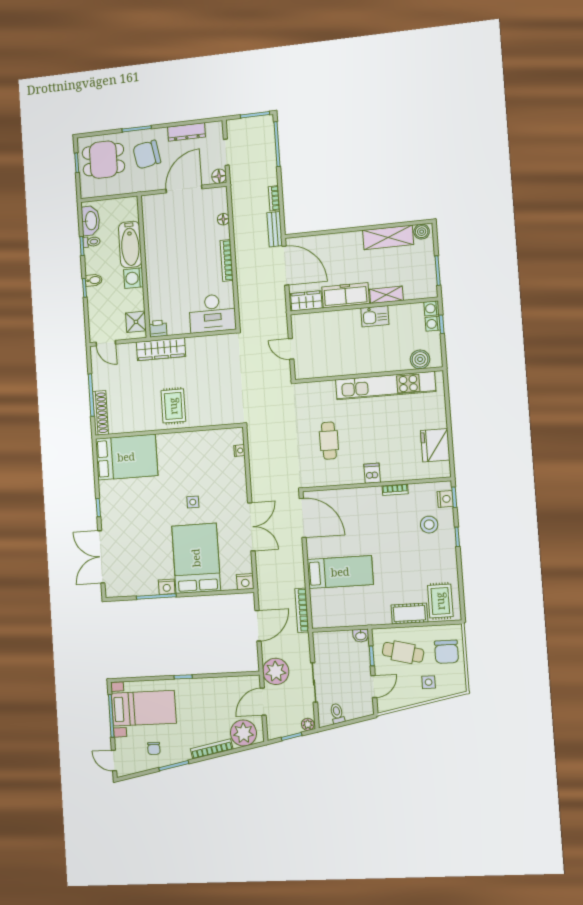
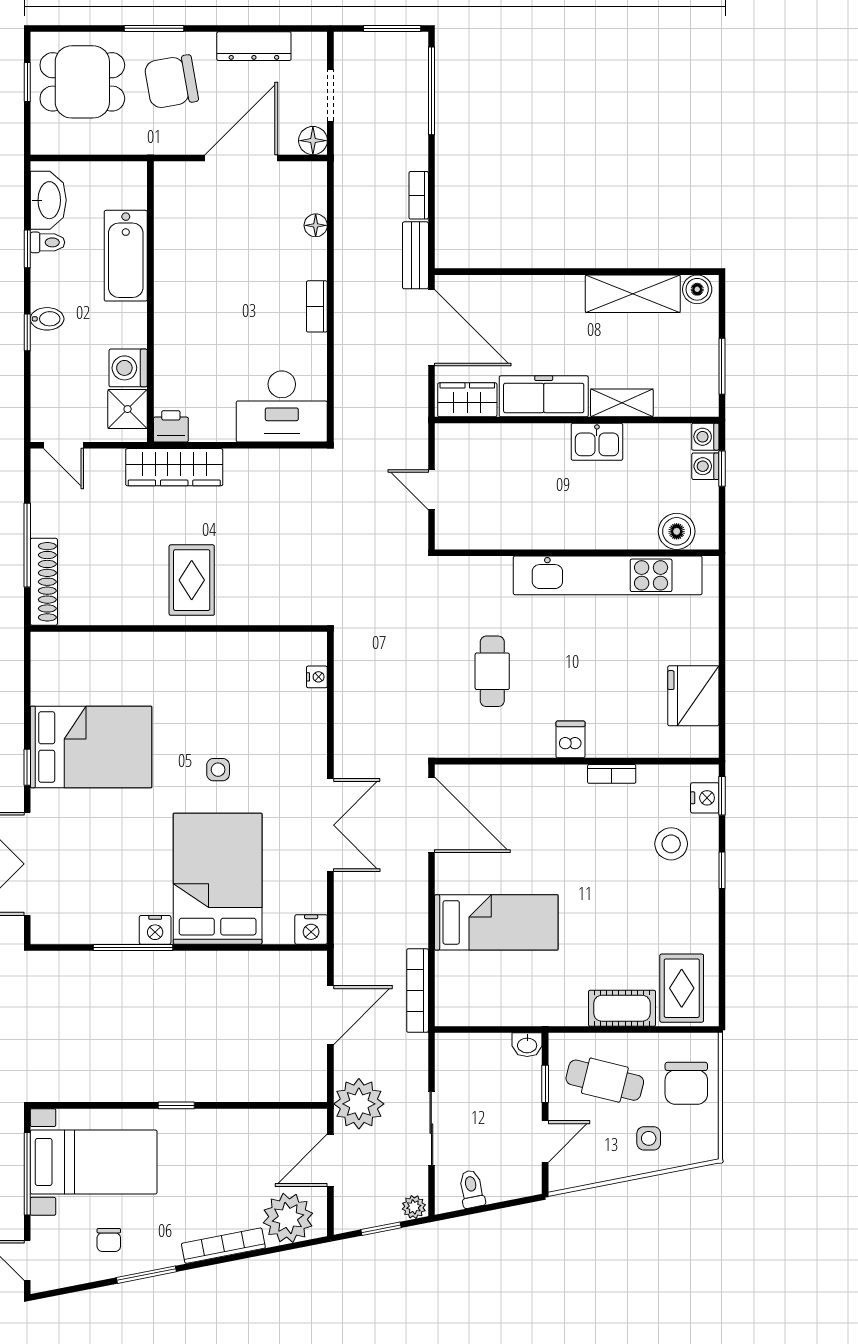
bookcase: (227, 260) -> (317, 306), width x0.64
washing machine: (134, 278) -> (128, 368), moved
bed: (126, 457) -> (91, 747), moved

